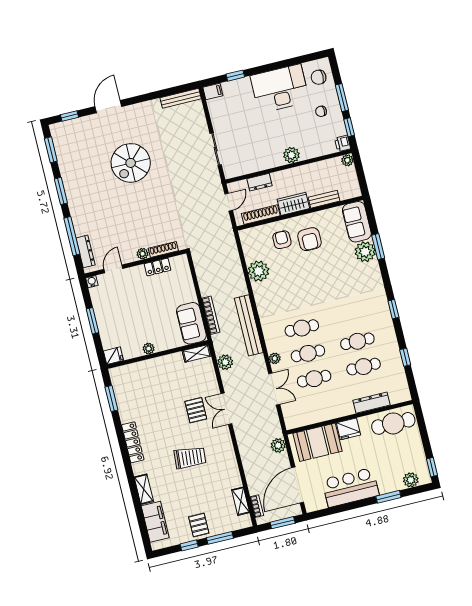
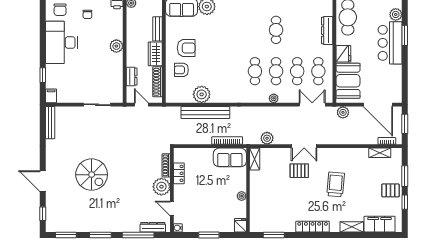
plant: (143, 254) -> (161, 187), width x1.88, depth x1.88
bench: (249, 325) -> (205, 113), moved
cafe table: (364, 367) -> (318, 71), moved
double door: (274, 389) -> (312, 105), moved
bar counter: (351, 487) -> (390, 43), moved

